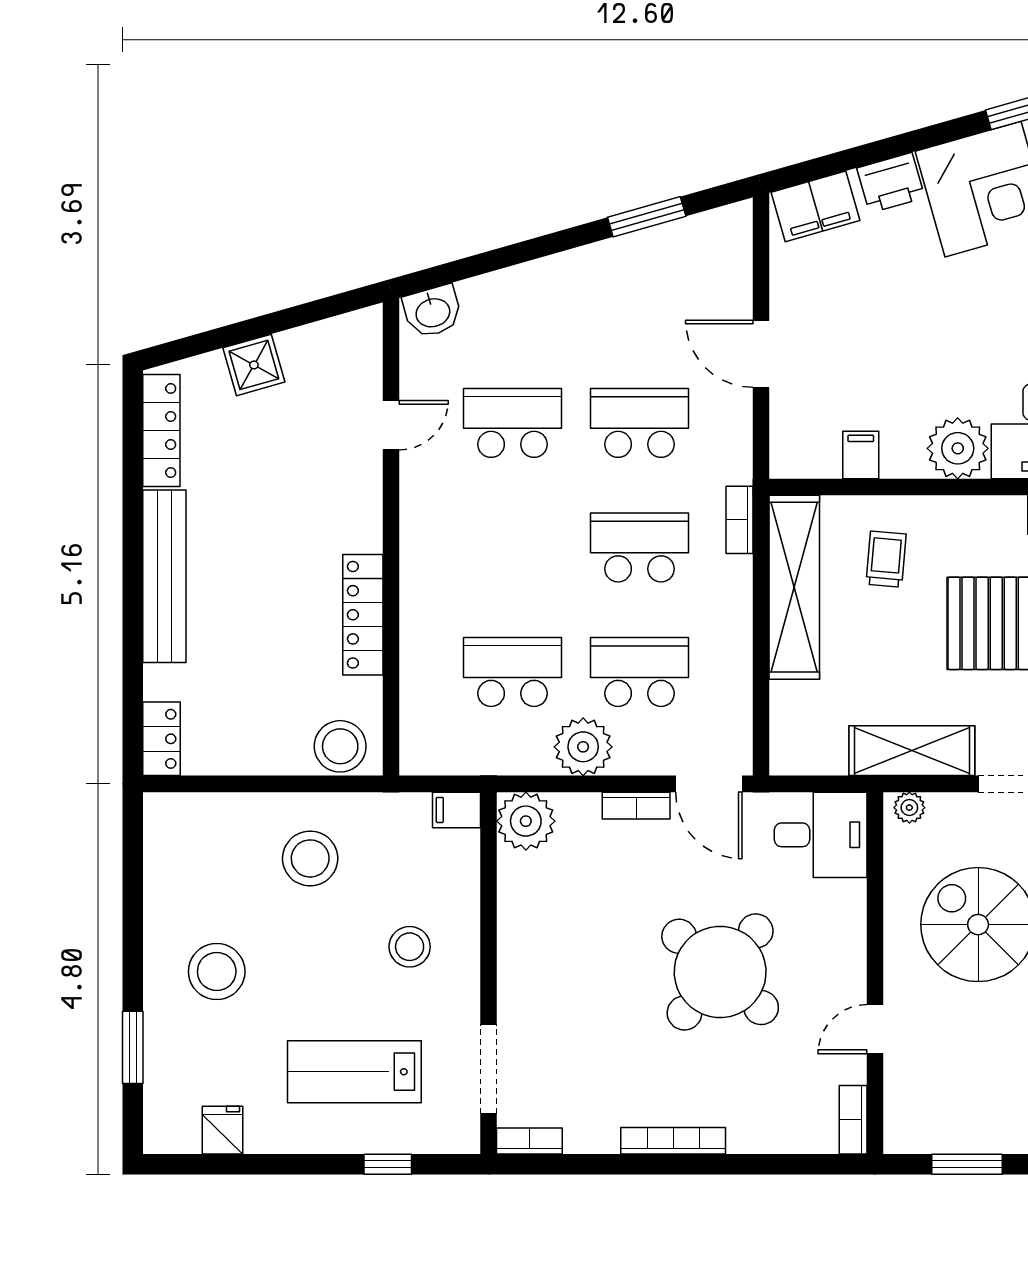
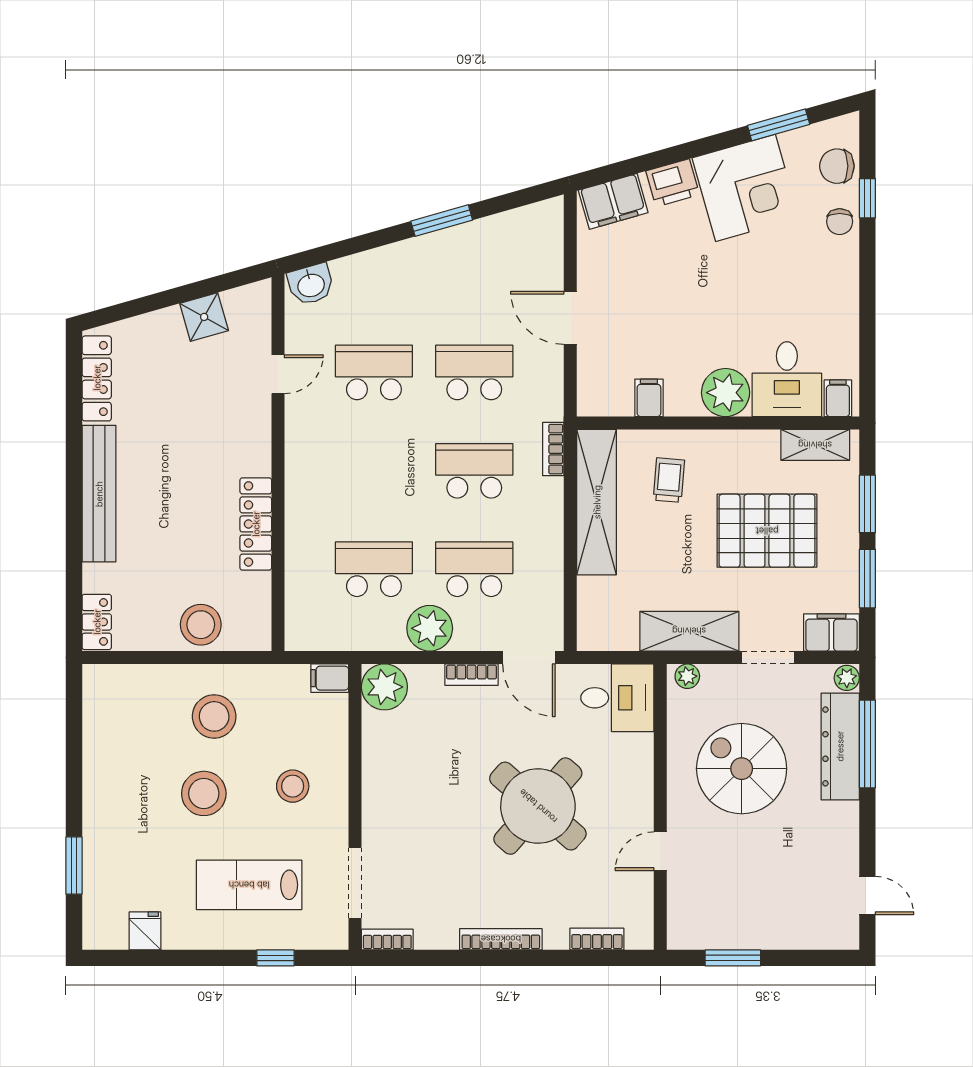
window: (647, 217) -> (442, 221), moved
shower: (254, 365) -> (204, 317), moved
stool: (340, 746) -> (201, 625), moved
stool: (217, 971) -> (204, 793), moved
bookcase: (853, 1120) -> (597, 939), moved, turned 90

